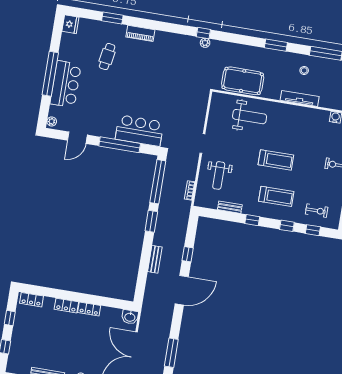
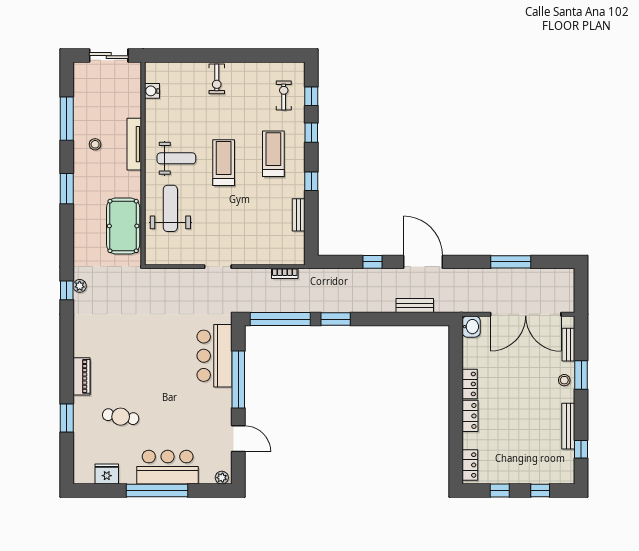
fridge: (70, 24) -> (107, 474), moved
weight bench: (219, 175) -> (176, 158), moved
bench: (155, 259) -> (415, 306), moved

